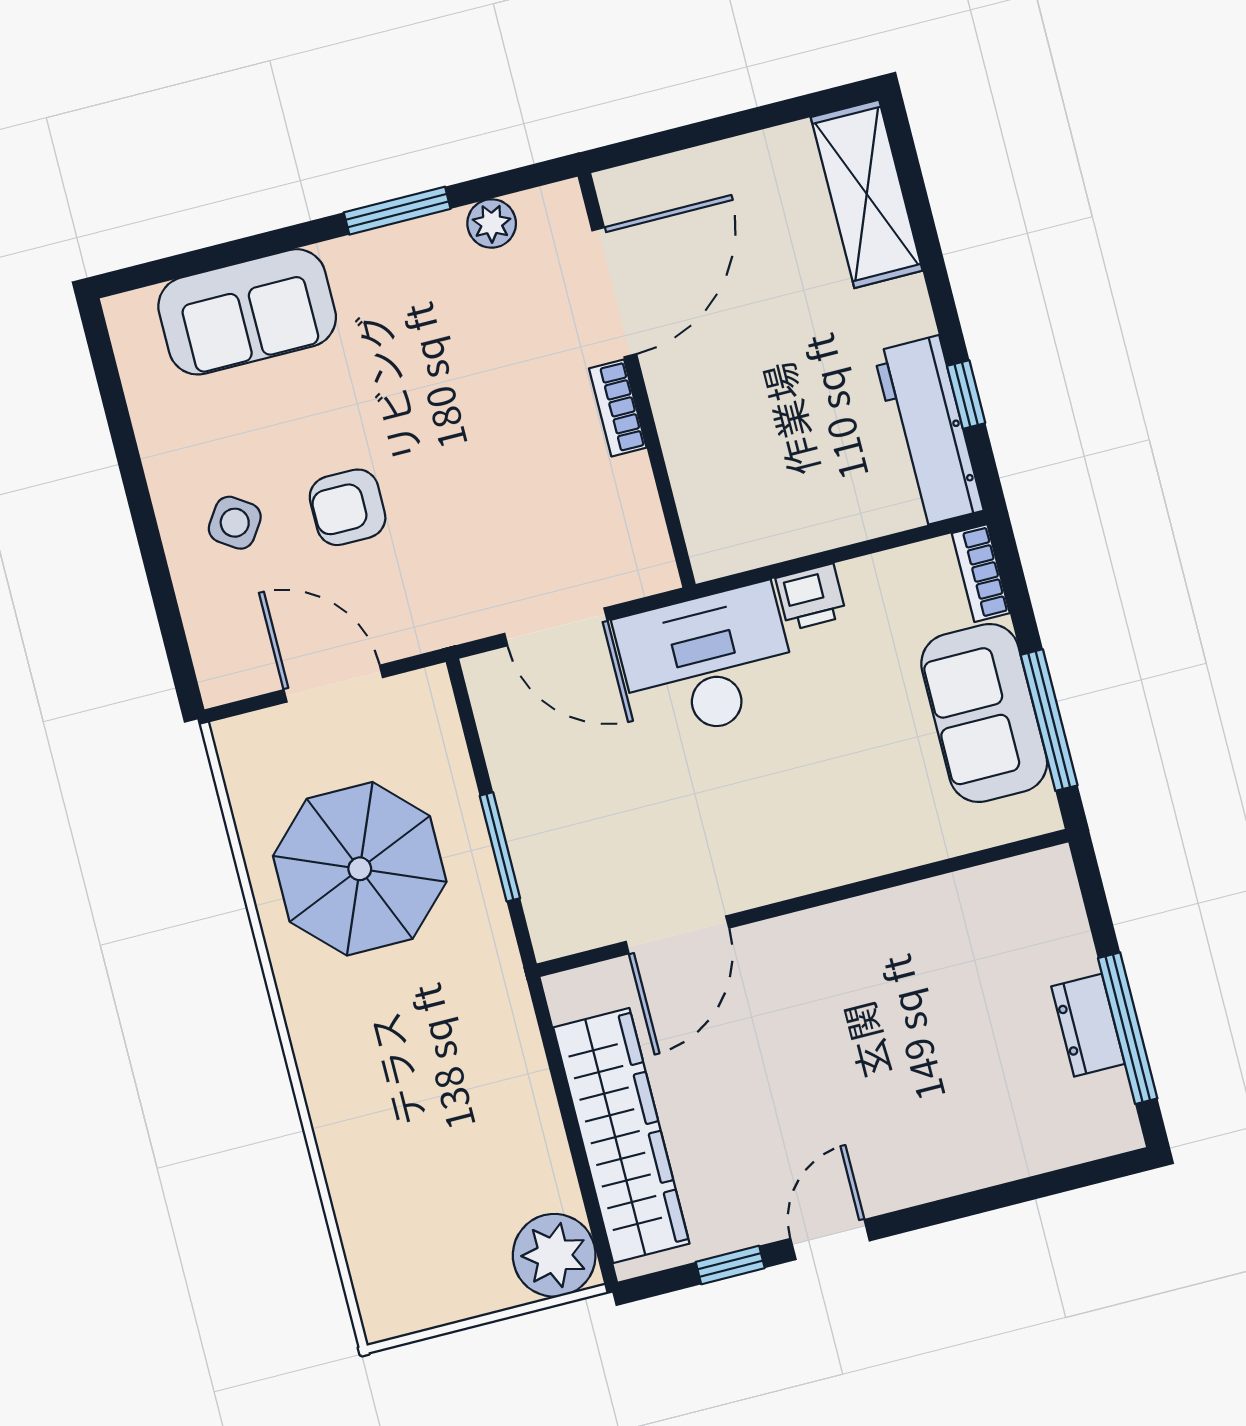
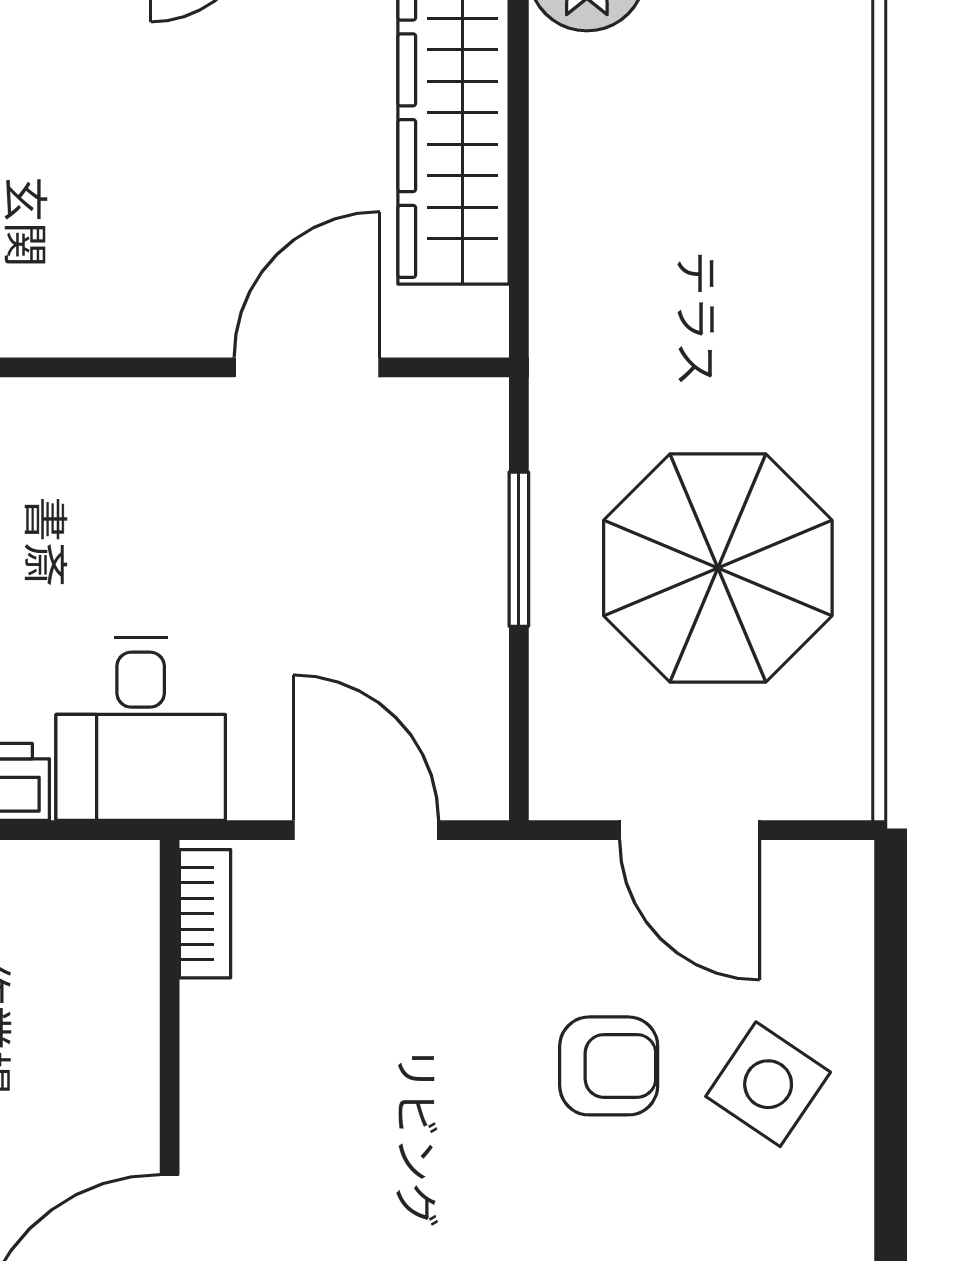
bookcase: (618, 408) -> (205, 914), moved
side table: (235, 523) -> (768, 1084), width x1.37, depth x1.37
desk: (707, 662) -> (141, 729), width x0.73

